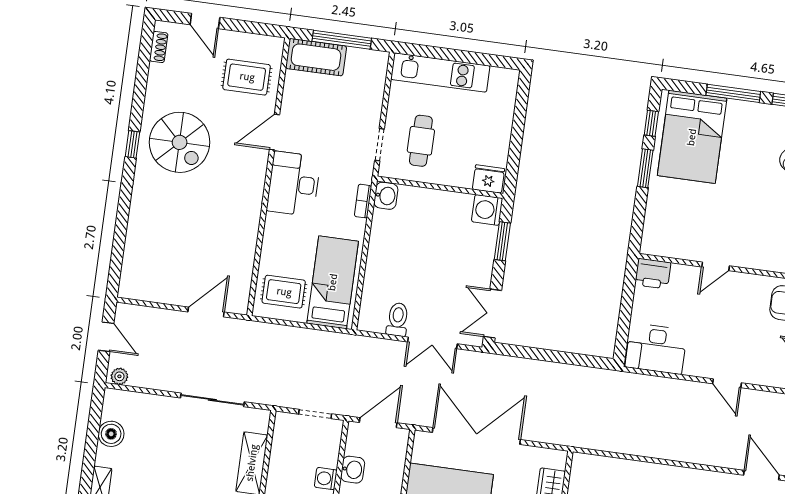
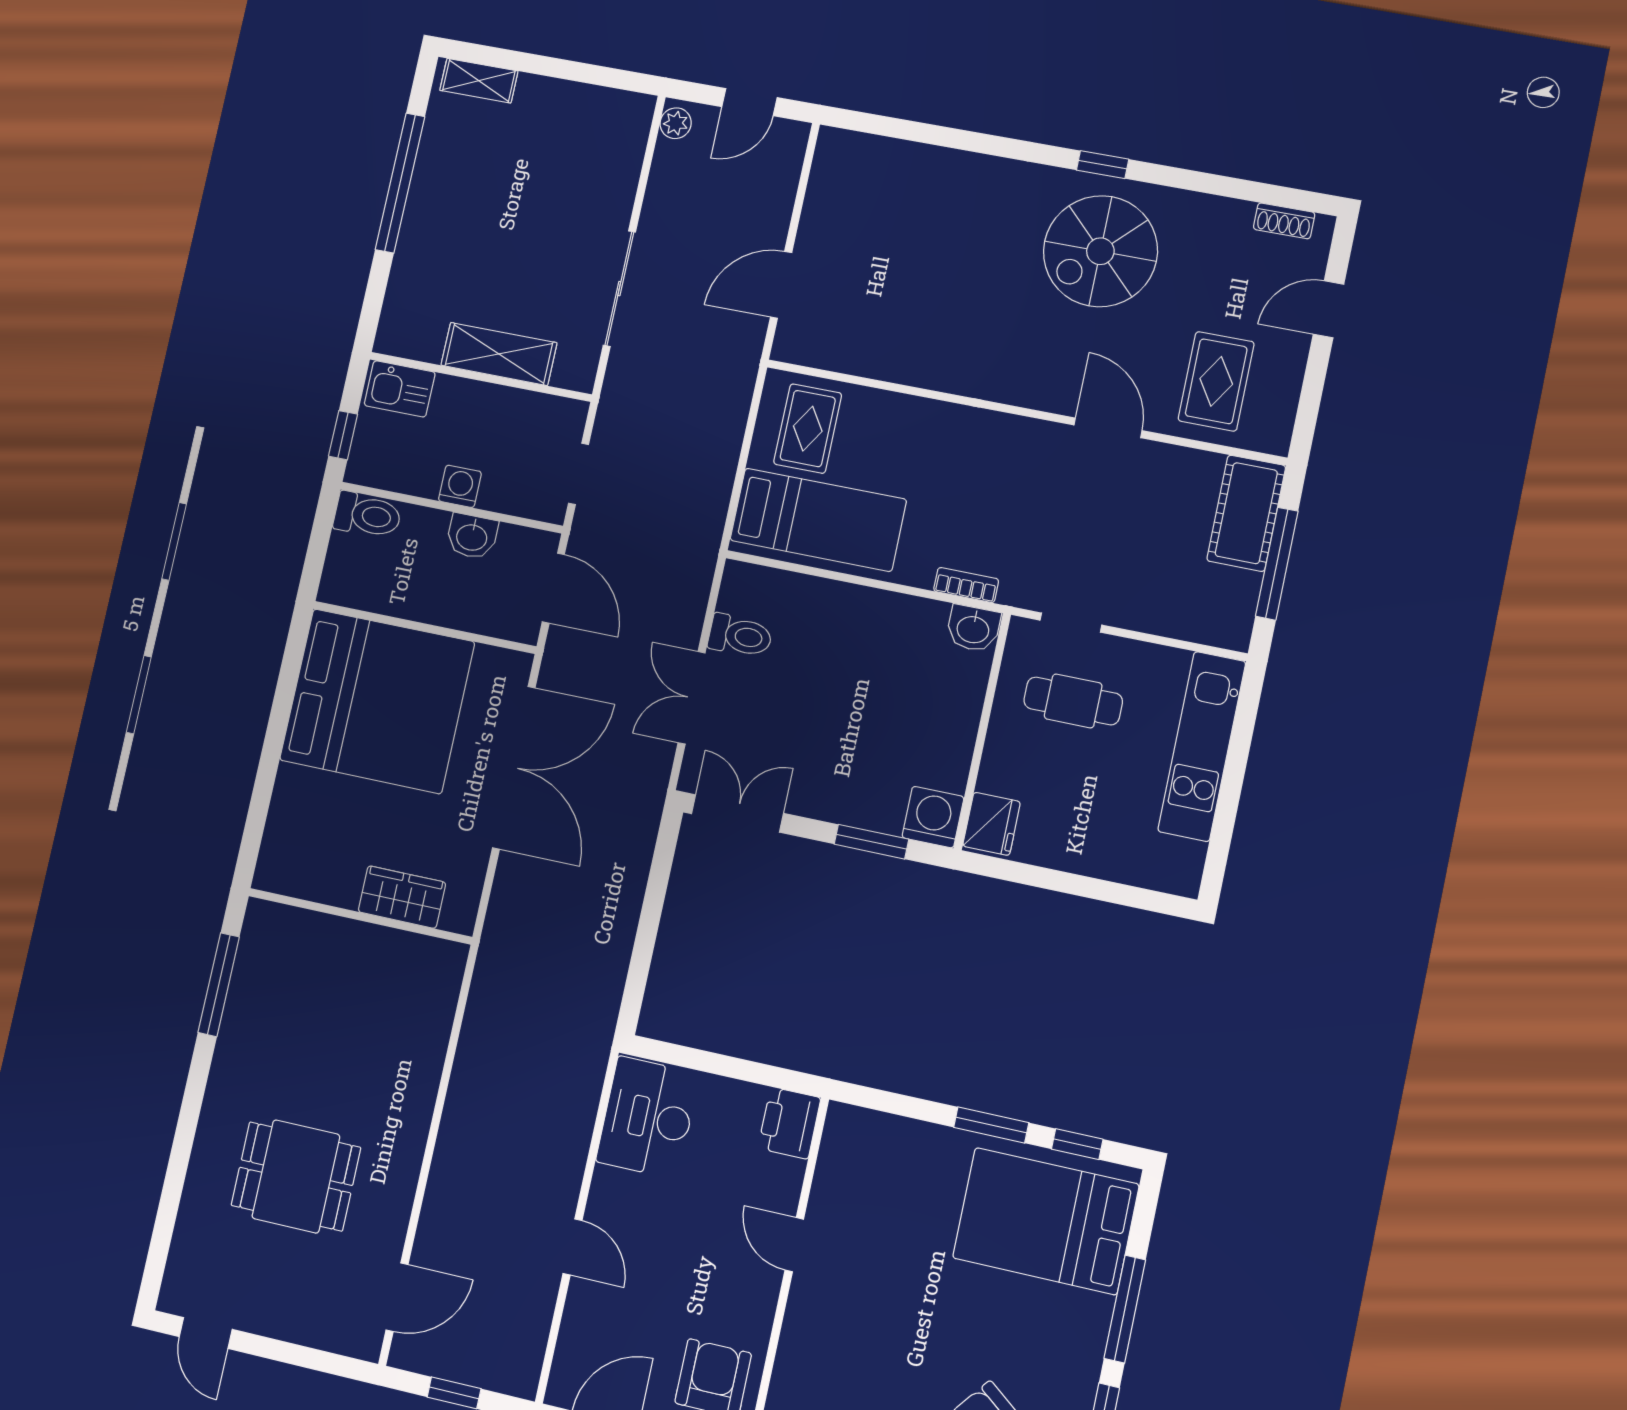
desk: (294, 184) -> (1008, 458), removed
door: (206, 312) -> (781, 285), swing flipped
door: (727, 383) -> (573, 1247), swing flipped
boiler: (111, 434) -> (573, 104), removed

